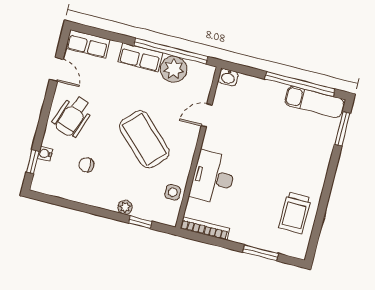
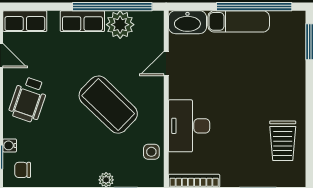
washbasin: (228, 77) -> (187, 22), width x1.91, depth x1.45
exam couch: (314, 102) -> (239, 21), moved
chair: (86, 165) -> (23, 170), moved

